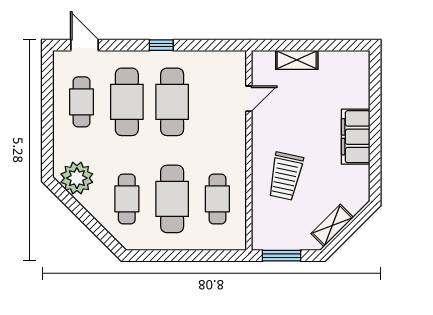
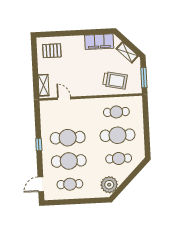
shelving: (297, 60) -> (43, 85), moved
pallet: (343, 79) -> (52, 51), added
filing cabinet: (356, 137) -> (99, 42), moved
trolley: (285, 176) -> (115, 80), moved

